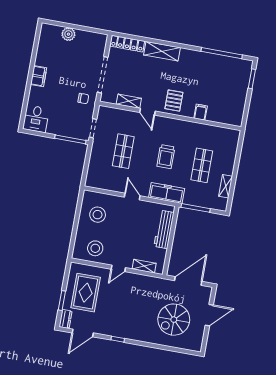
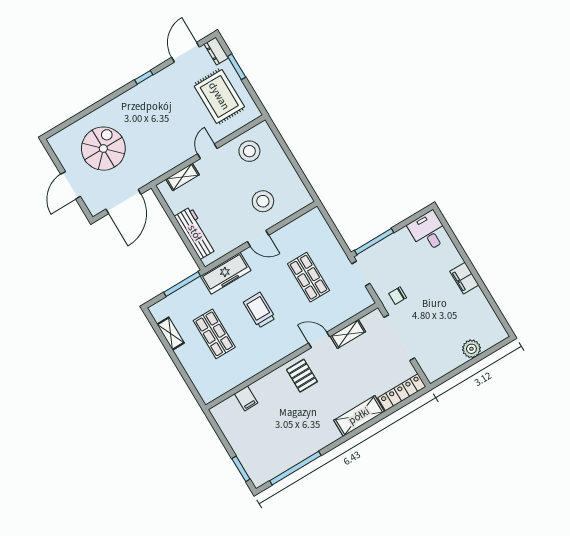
filing cabinet: (201, 112) -> (246, 398), moved
stool: (98, 215) -> (263, 201), moved

